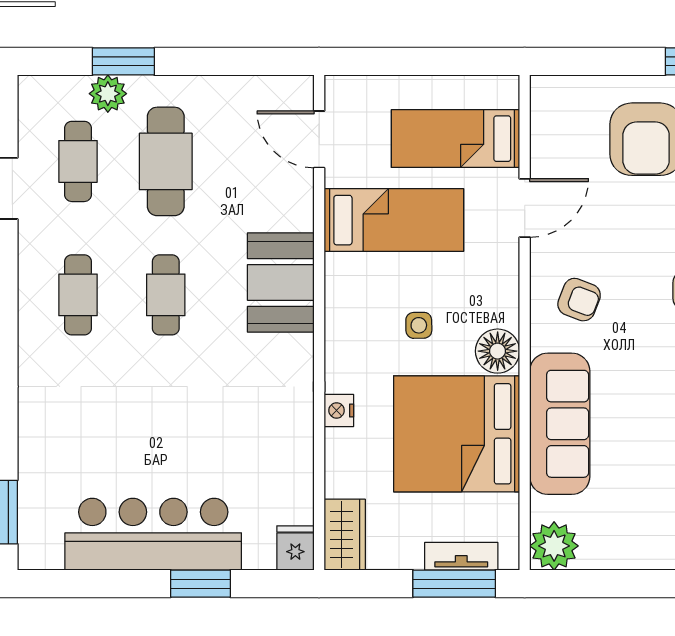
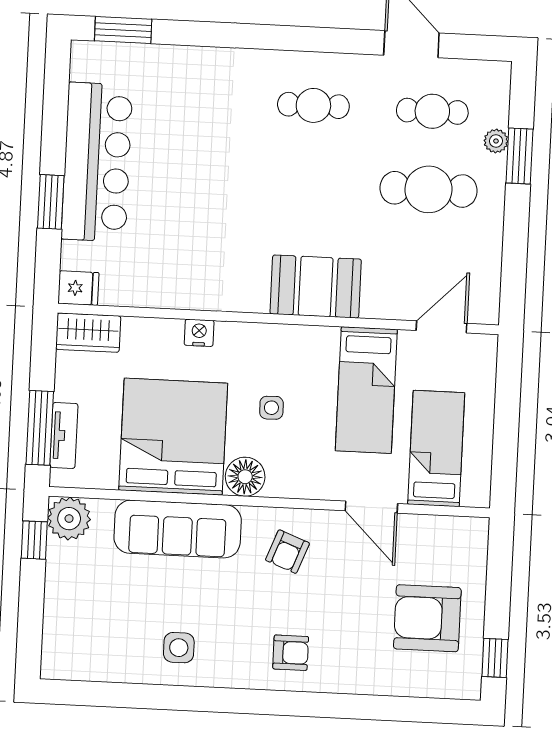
plant: (108, 94) -> (496, 141), width x0.73, depth x0.73
cafe table: (166, 295) -> (310, 184), removed
window: (580, 584) -> (34, 540), added

